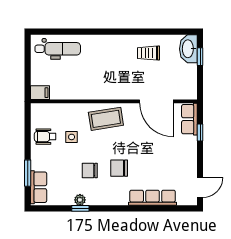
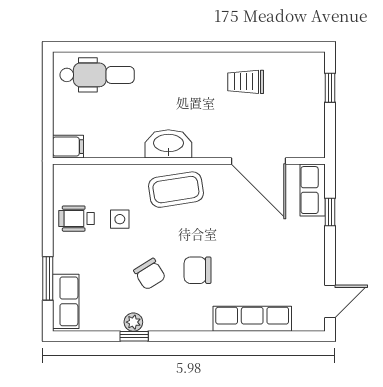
washbasin: (188, 49) -> (168, 144), moved, turned 90
chair: (90, 171) -> (150, 274), turned -122

